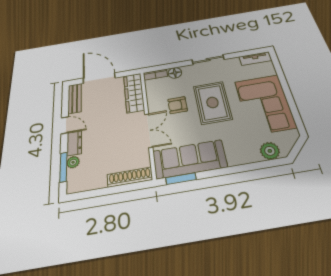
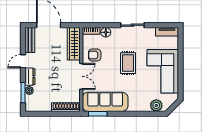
rug: (212, 103) -> (128, 63), width x0.73, depth x0.70
armchair: (178, 105) -> (95, 55), moved
door: (65, 125) -> (23, 61), swing flipped

